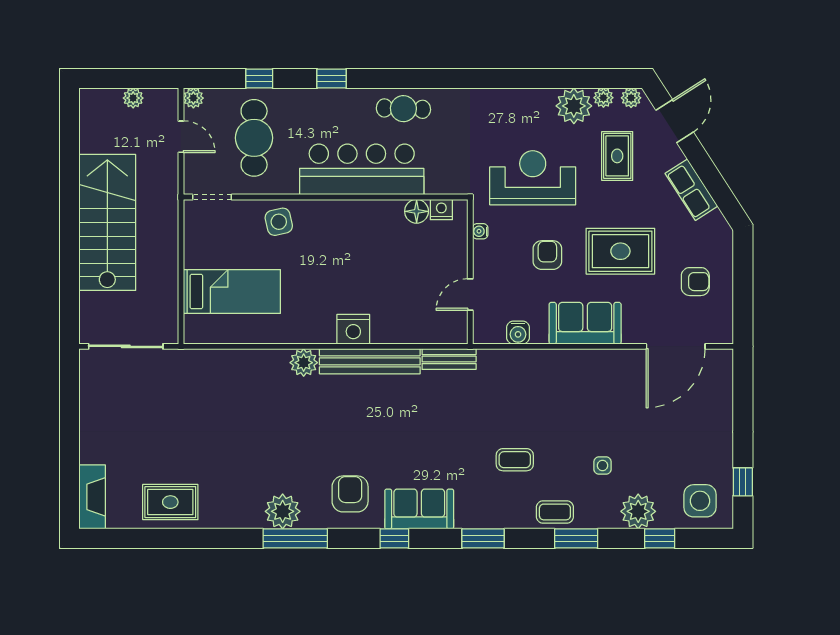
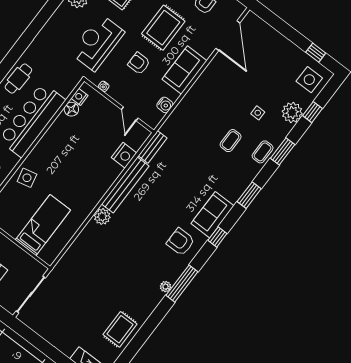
nightstand: (353, 329) -> (124, 155), moved
coffee table: (515, 460) -> (231, 141), moved
plant: (283, 511) -> (166, 287), width x0.53, depth x0.53

